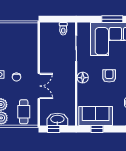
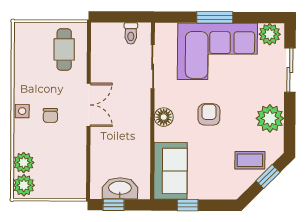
double door: (39, 86) -> (89, 105), moved
cafe table: (24, 112) -> (64, 49), moved
sofa: (96, 116) -> (171, 171), moved, turned 90

